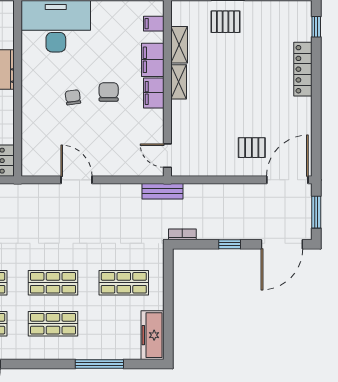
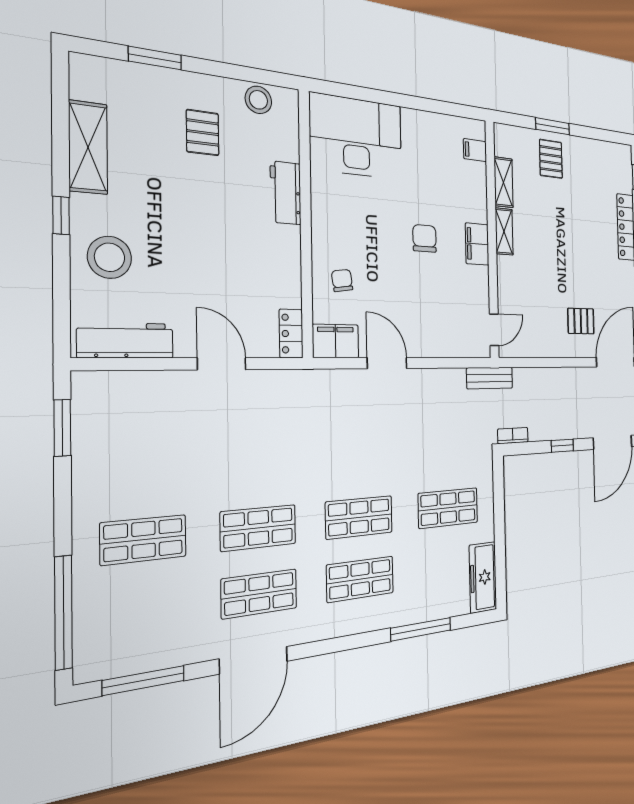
pallet: (225, 22) -> (551, 159), turned 90
filing cabinet: (153, 60) -> (336, 341), moved, turned 90
chair: (73, 97) -> (342, 280), moved
door: (167, 156) -> (494, 330), swing flipped

